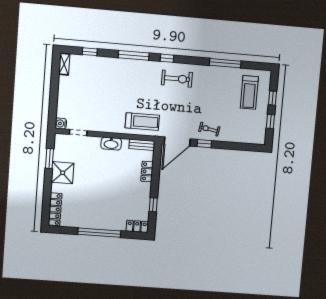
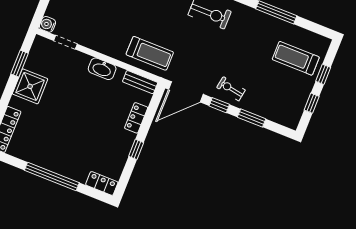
treadmill: (249, 92) -> (296, 58), turned 90
window: (230, 146) -> (252, 118), added
window: (153, 205) -> (136, 149), moved

